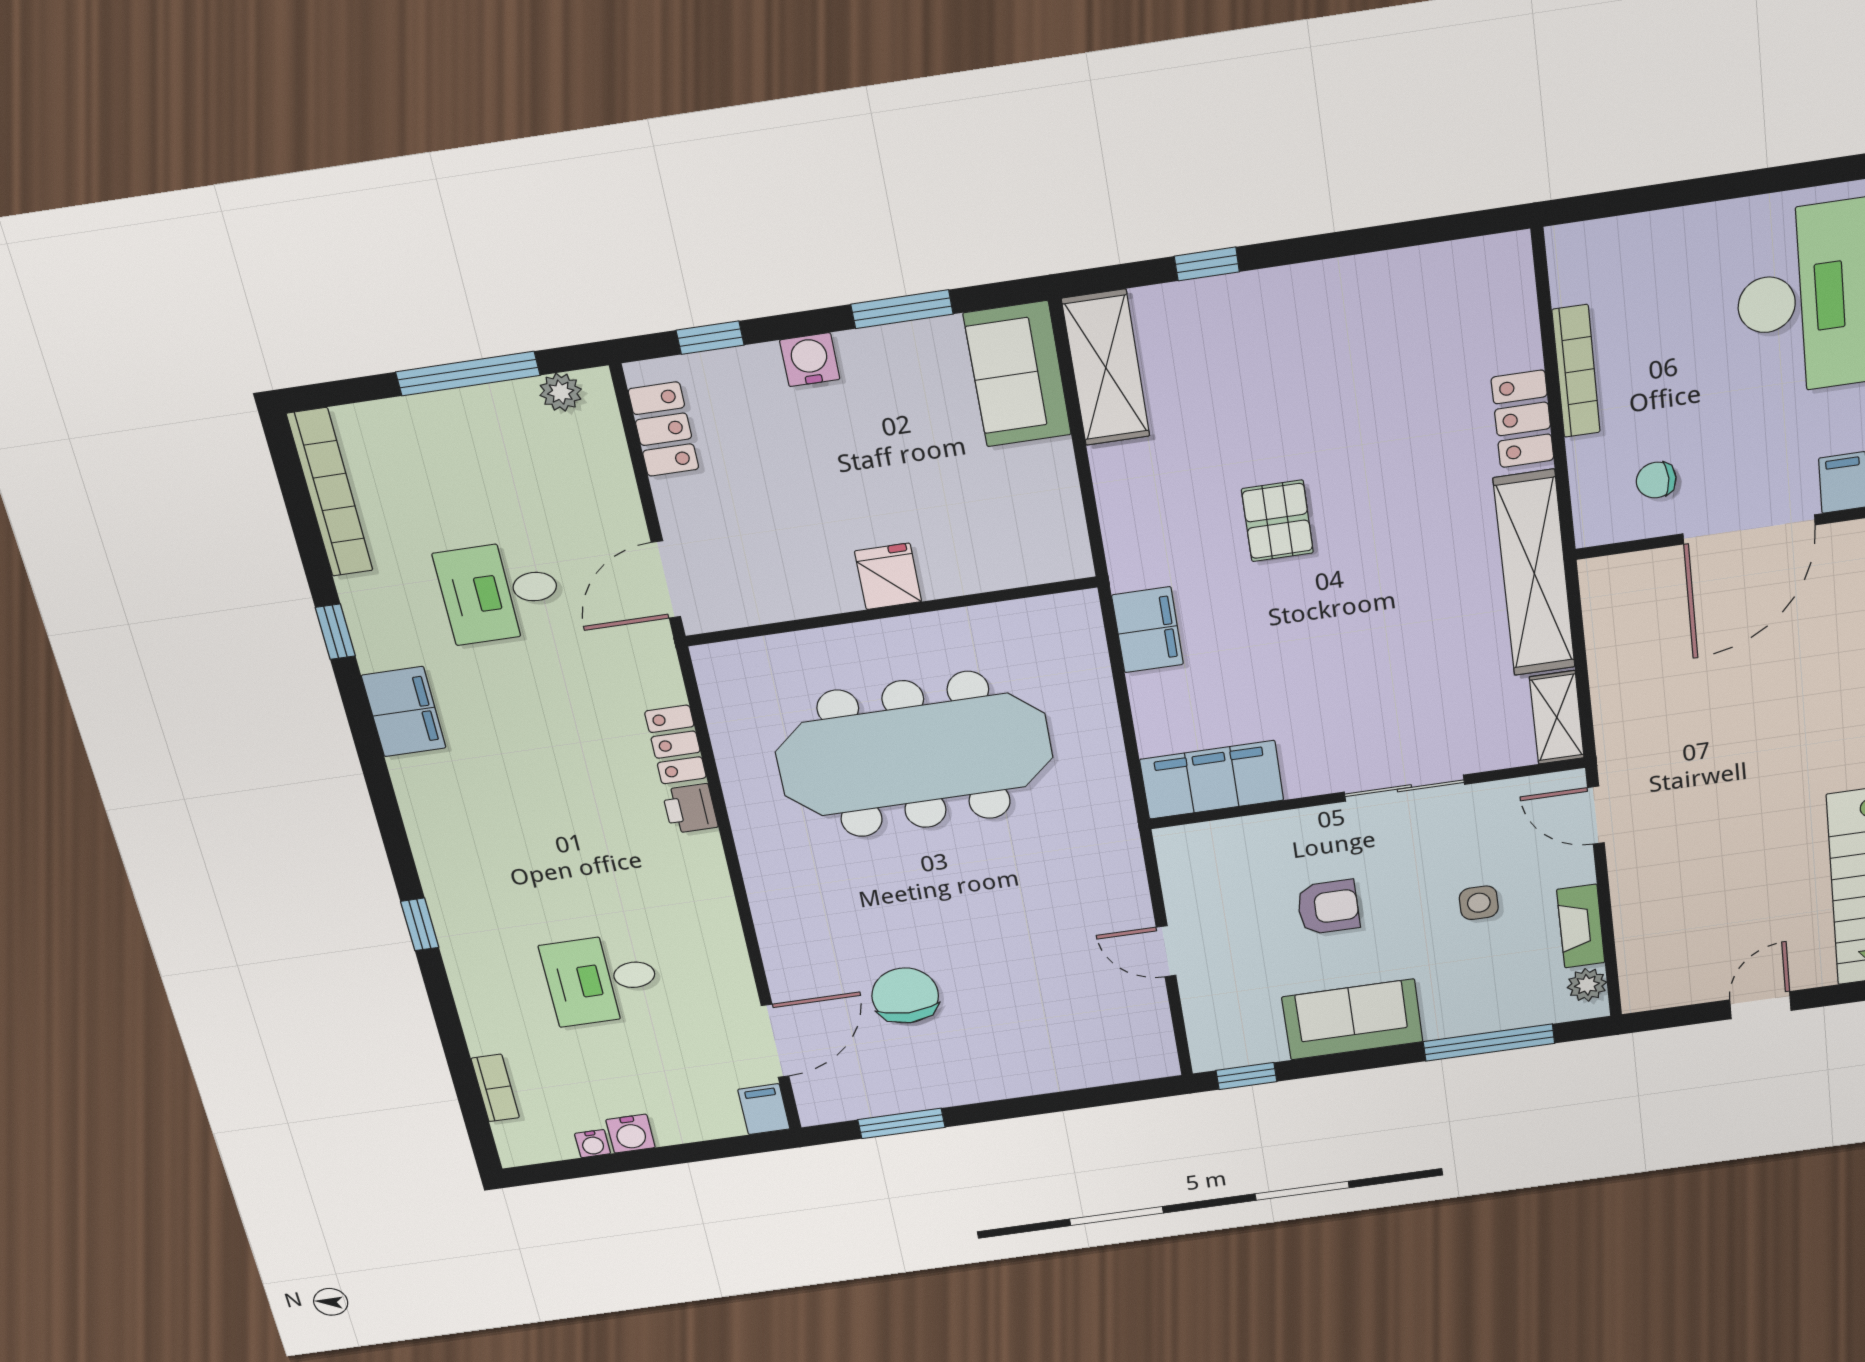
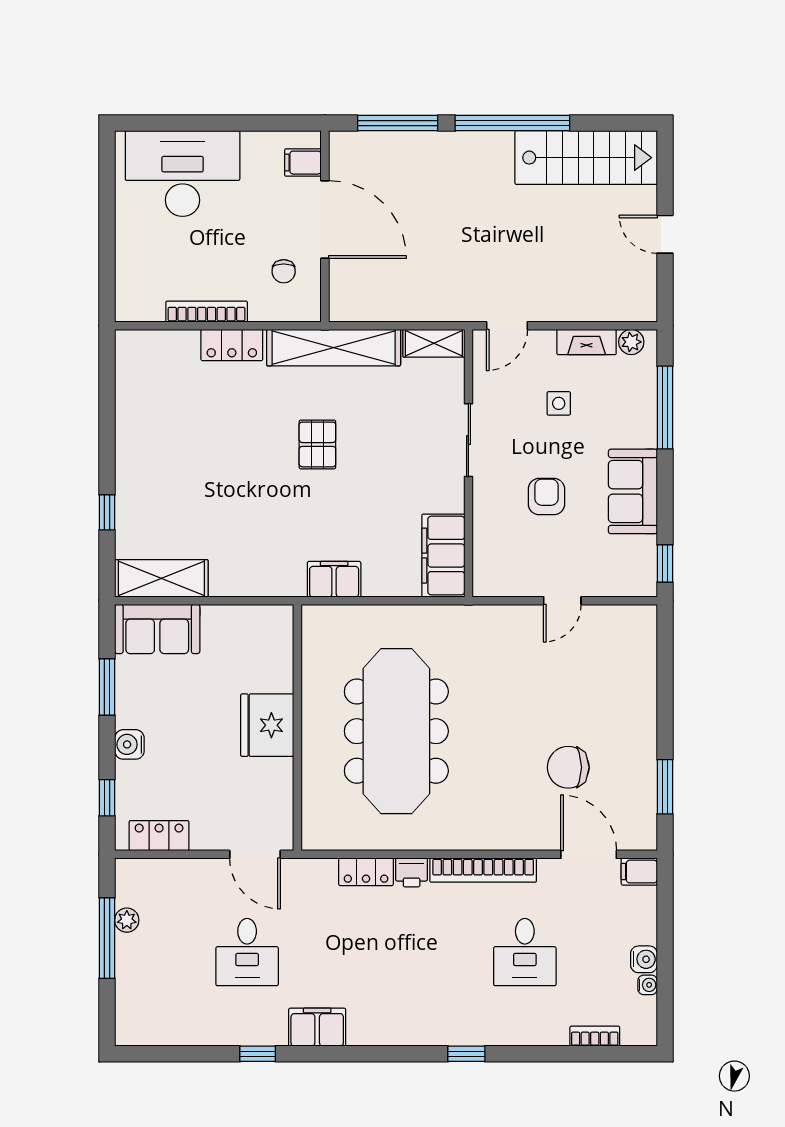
plant: (561, 392) -> (127, 920), moved
bookcase: (330, 493) -> (483, 870), moved, turned 180
pallet: (1277, 521) -> (317, 444), moved, turned 90
fridge: (888, 576) -> (267, 725), width x1.88, depth x1.34

